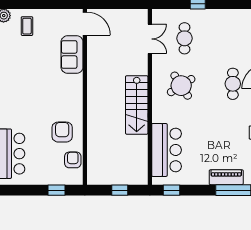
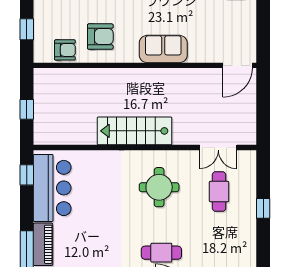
cafe table: (184, 38) -> (219, 191), turned 90
sofa: (72, 55) -> (163, 49), moved
round table: (181, 86) -> (159, 187), turned 33
bar counter: (167, 150) -> (52, 188), moved, turned -90

